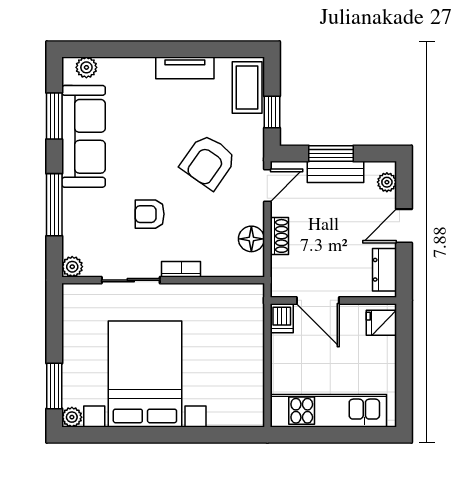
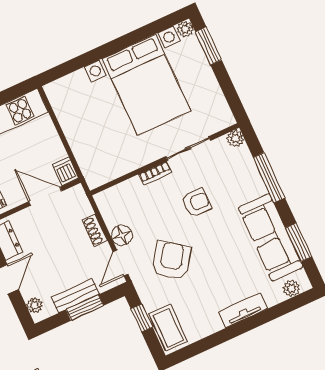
tv unit: (185, 68) -> (243, 310), moved
floor lamp: (251, 239) -> (122, 235), moved

